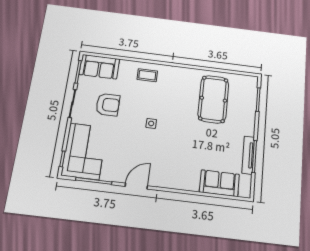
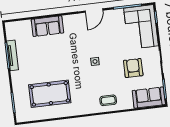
pool table: (213, 99) -> (50, 94), turned 90
armchair: (108, 105) -> (133, 68), turned 90
sofa: (219, 183) -> (47, 26), moved

